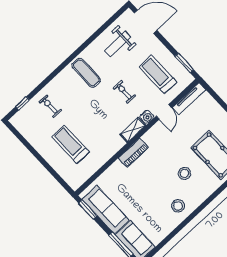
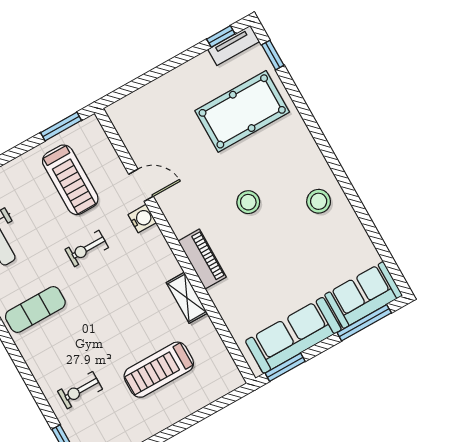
treadmill: (158, 74) -> (70, 180), turned -90
tv unit: (189, 99) -> (128, 134), removed
shelving: (133, 130) -> (187, 298), moved
stool: (184, 173) -> (248, 202), moved

